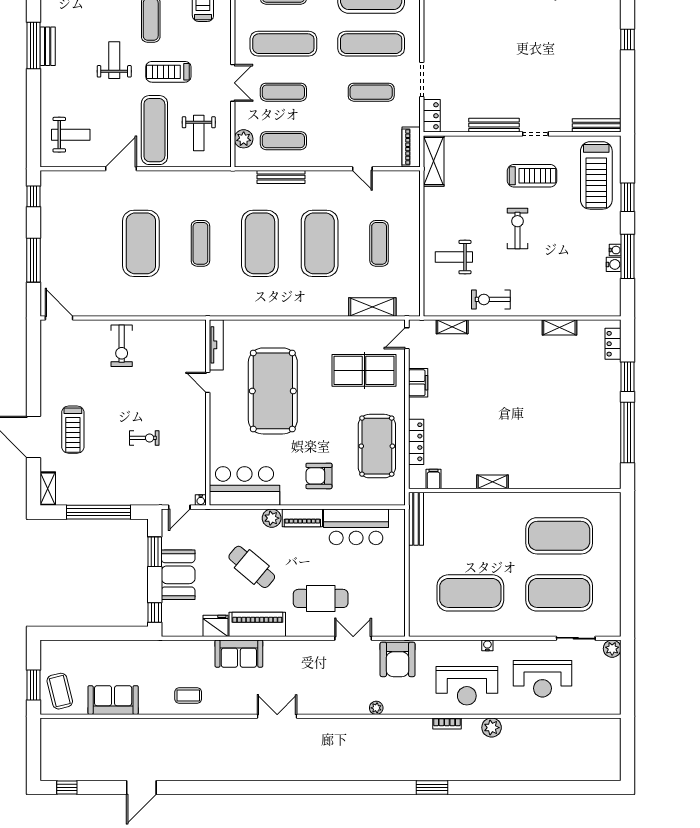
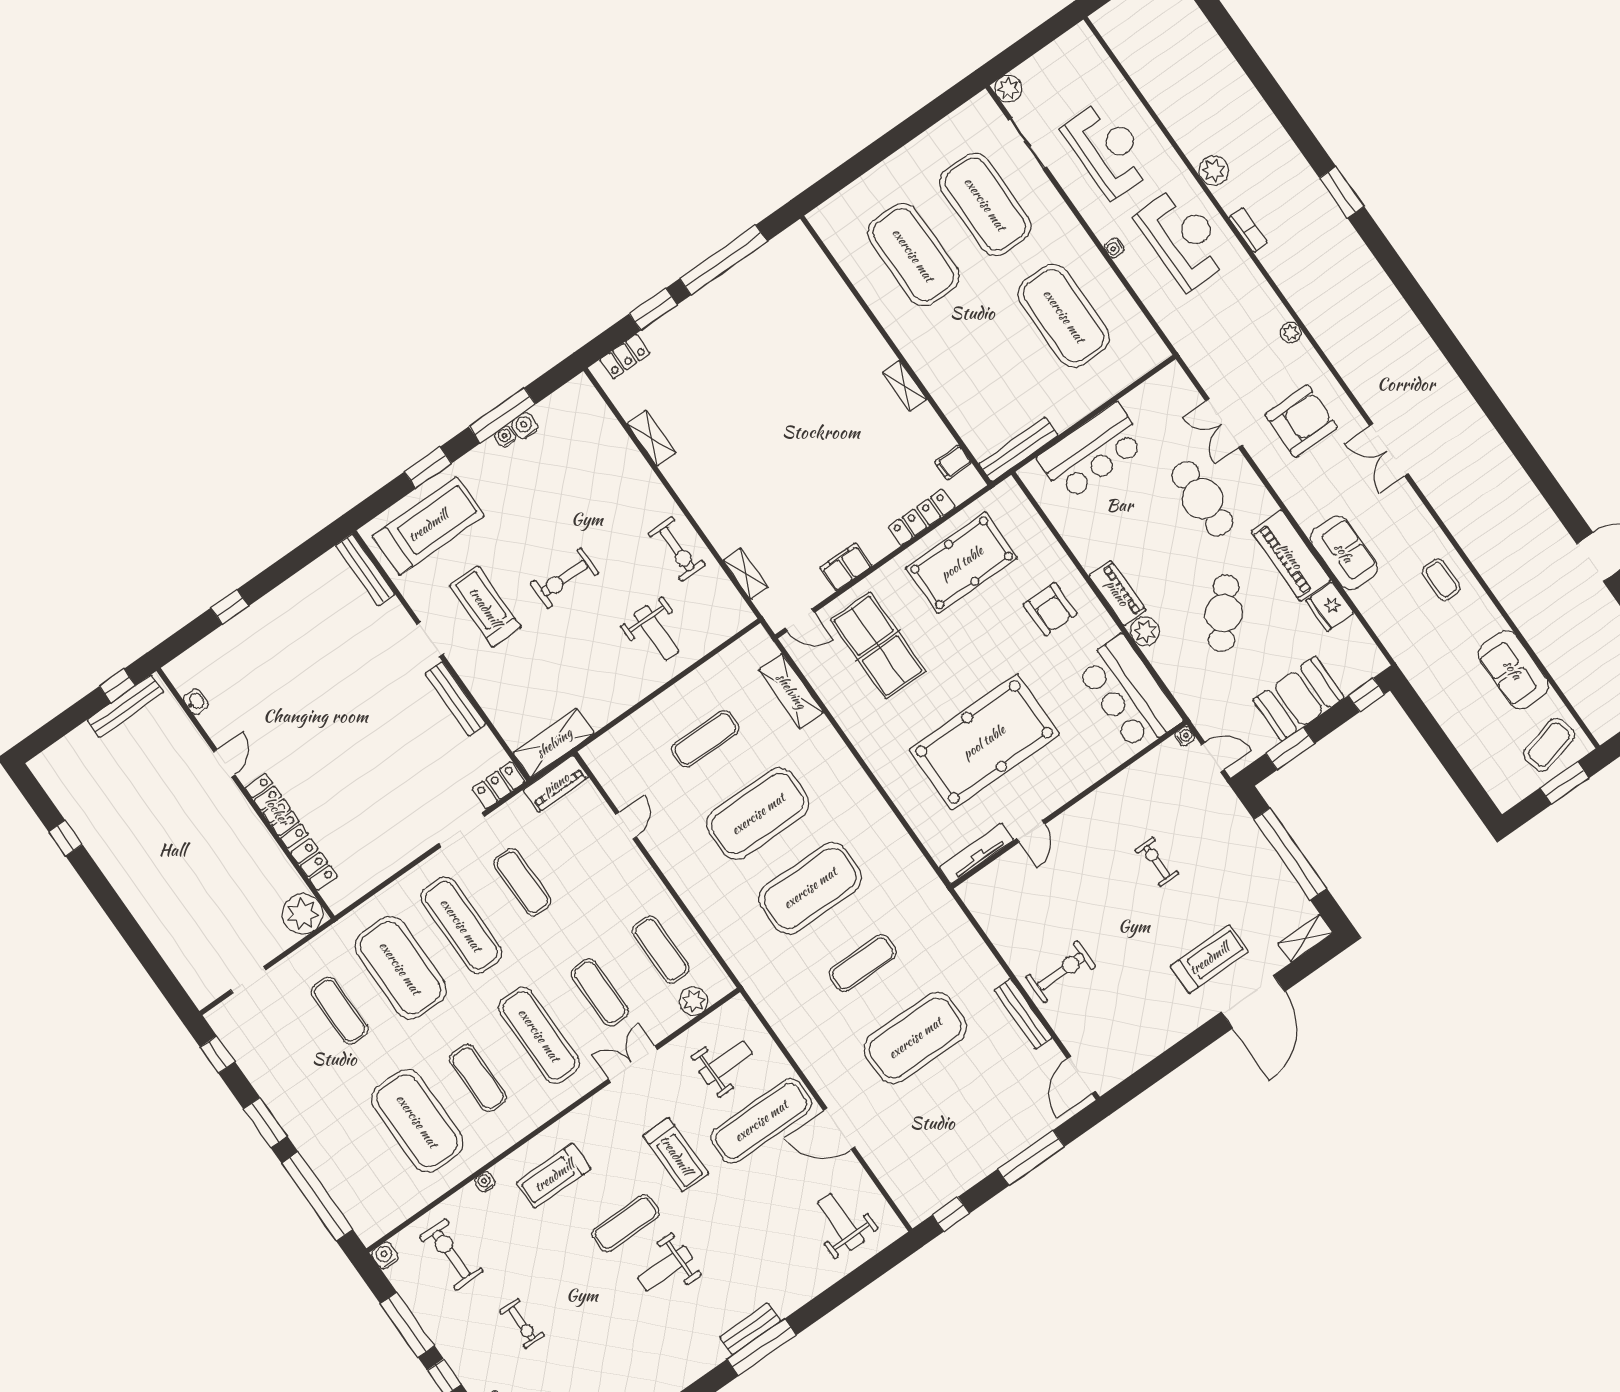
weight bench: (114, 60) -> (665, 1268), moved
bench: (281, 177) -> (1023, 1014), moved
bar counter: (356, 527) -> (1092, 452), moved, turned 90
armchair: (398, 659) -> (1301, 421), moved

